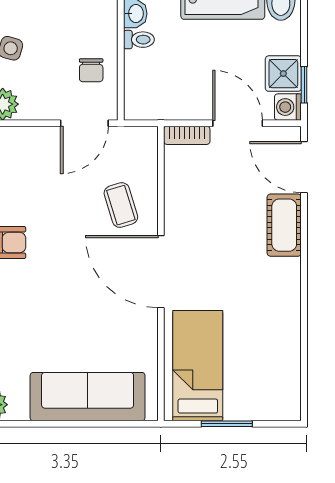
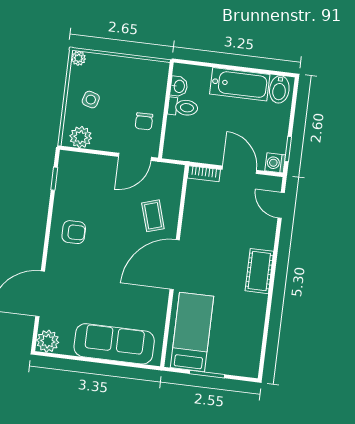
toilet: (139, 40) -> (183, 107), width x1.37, depth x1.39
shower: (283, 74) -> (275, 140), removed
door: (304, 167) -> (281, 205), width x0.73
cot: (284, 225) -> (259, 271), moved
door: (161, 272) -> (175, 265), hinge flipped

